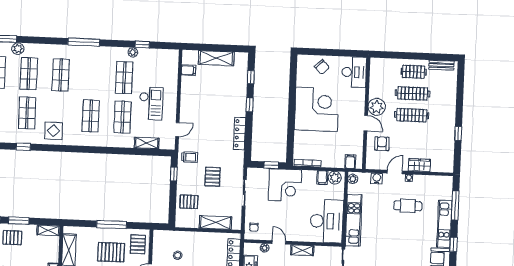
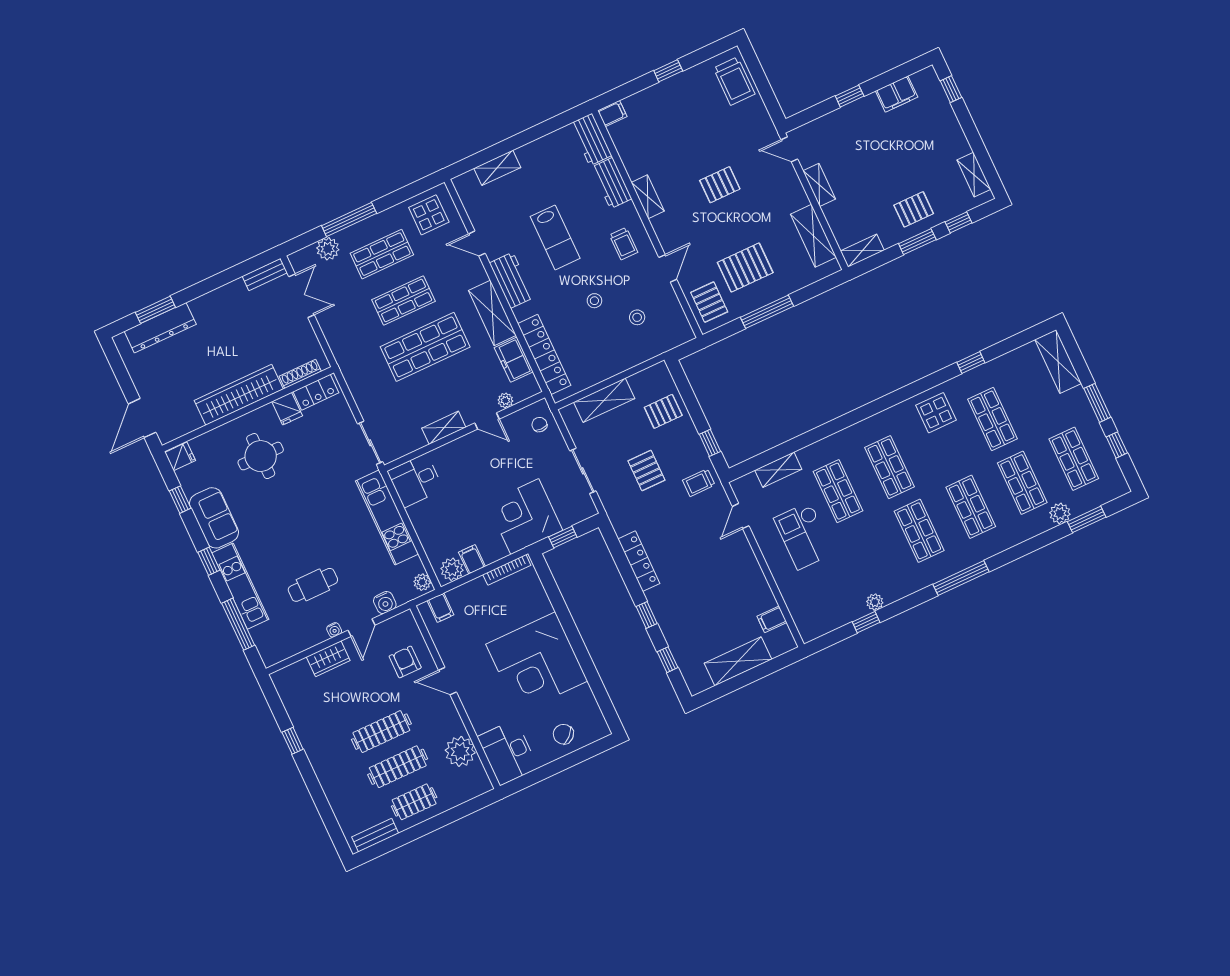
shop shelf: (124, 78) -> (919, 531), moved
plant: (377, 107) -> (460, 751), moved
armchair: (382, 144) -> (405, 662), turned 180
desk: (327, 221) -> (415, 480), width x0.53, depth x0.77

